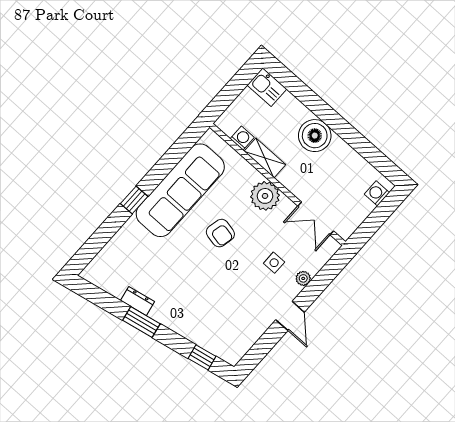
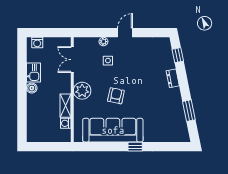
kitchen sink: (267, 87) -> (34, 72), moved
boiler: (315, 136) -> (32, 88), width x0.54, depth x0.54
double door: (316, 218) -> (72, 60), swing flipped
dresser: (137, 301) -> (173, 78), moved
window: (141, 322) -> (189, 111), moved

